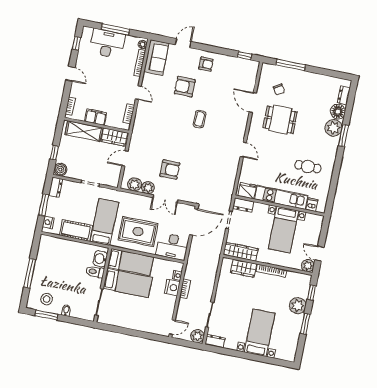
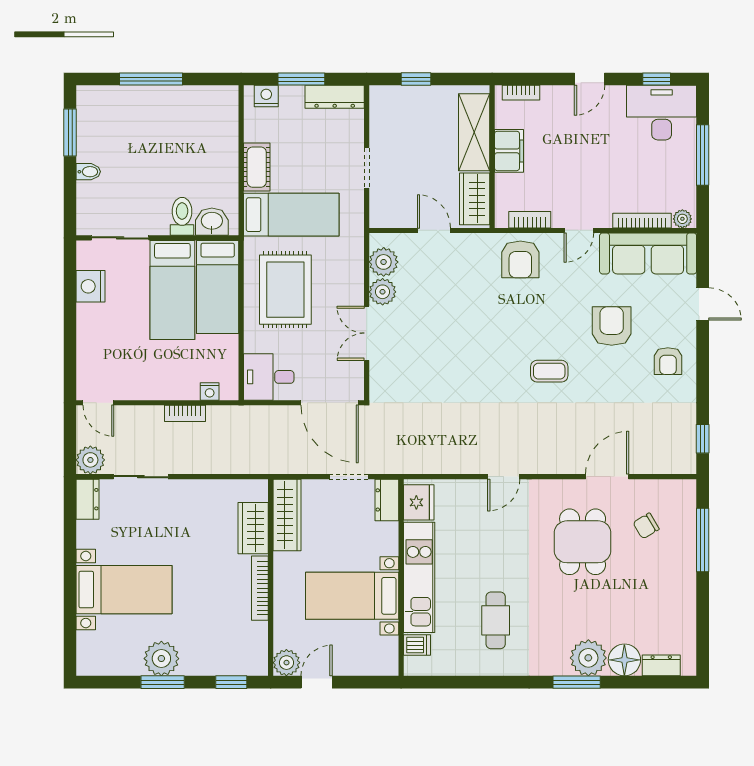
desk: (107, 44) -> (662, 113), moved, turned -90
sofa: (156, 57) -> (648, 253), width x1.36
boiler: (60, 170) -> (383, 99), removed
armchair: (170, 170) -> (520, 259), moved
dresser: (56, 187) -> (335, 97), width x1.44
cot: (76, 230) -> (257, 167), width x0.73, depth x0.75
desk: (172, 246) -> (269, 377), width x0.73
nightstand: (172, 287) -> (90, 286), moved, turned 90
stool: (47, 299) -> (104, 126), removed
plant: (298, 306) -> (161, 659), moved

